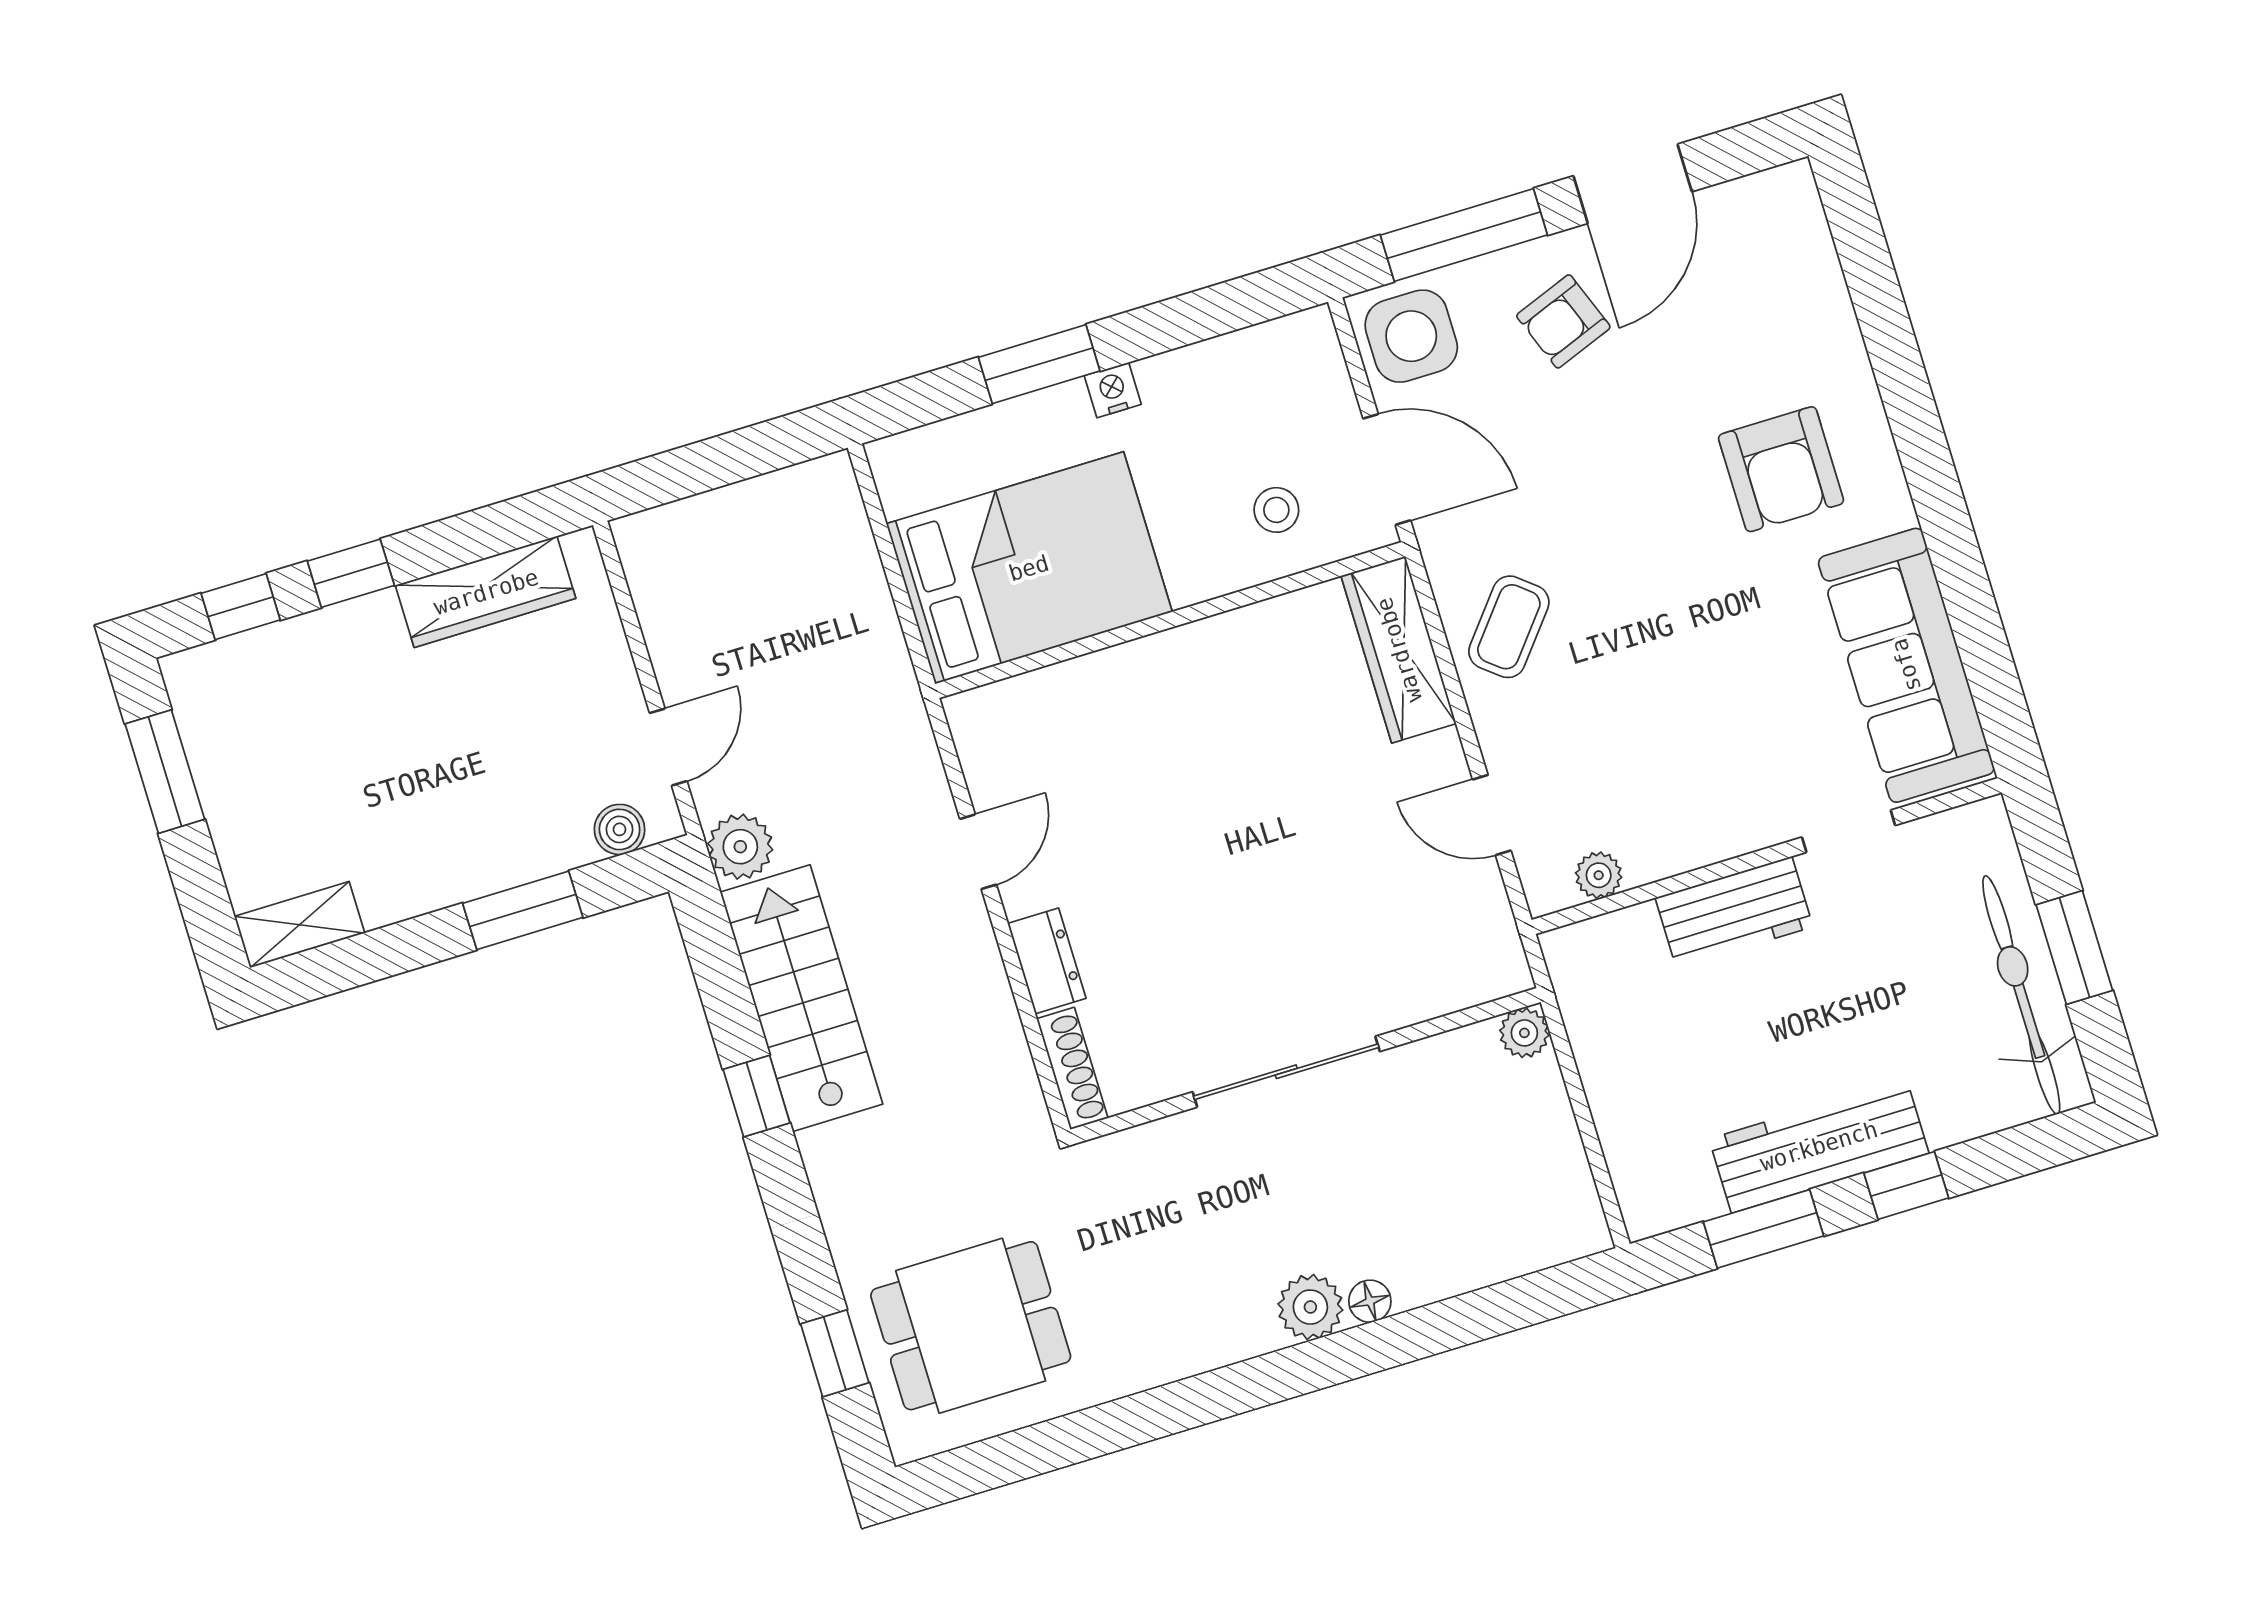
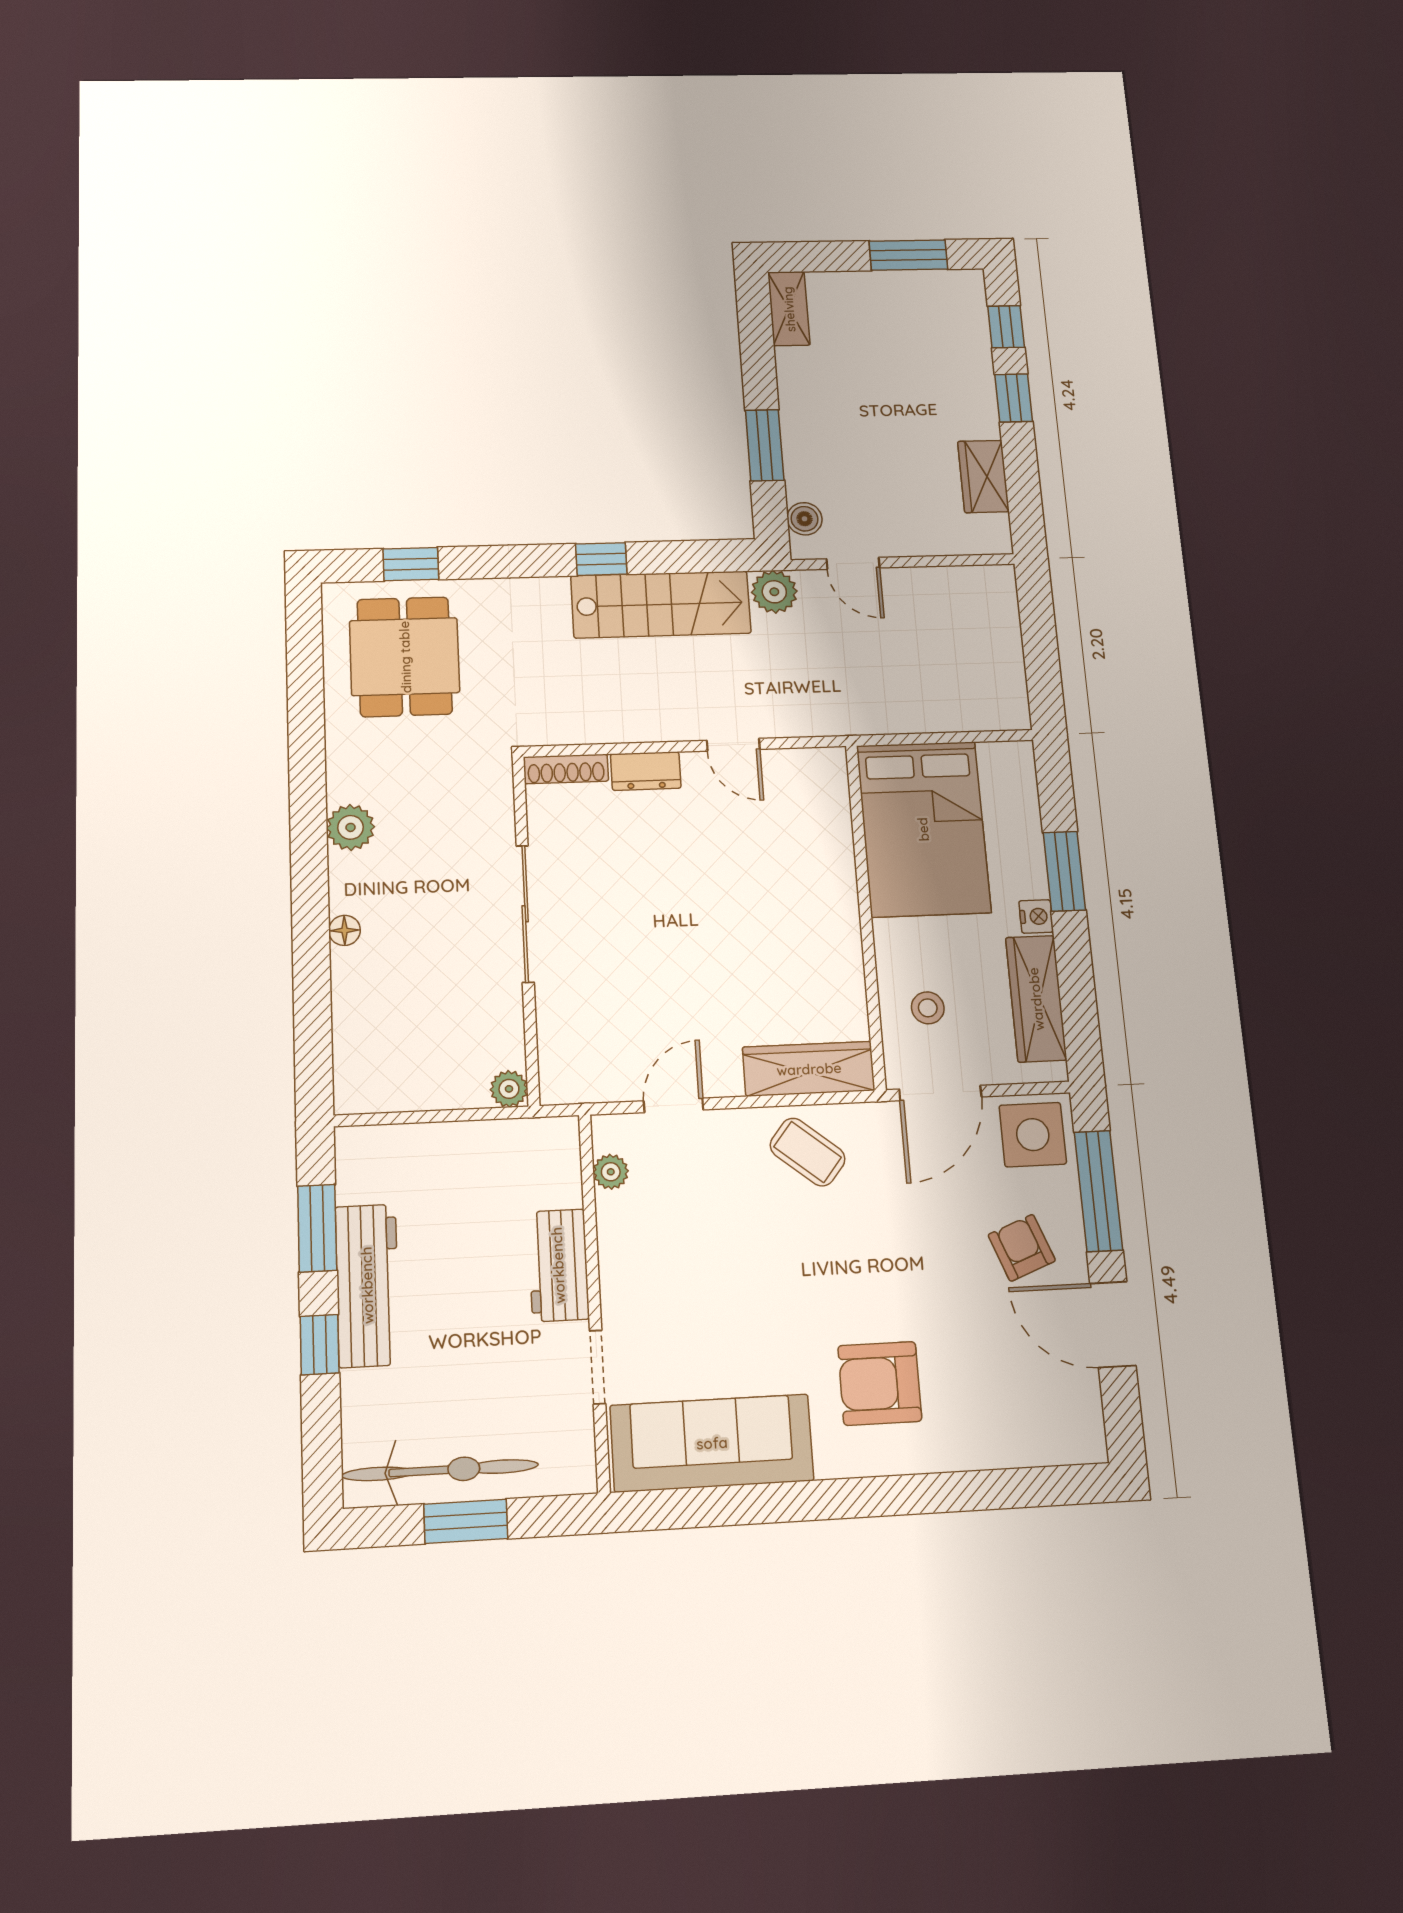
wardrobe: (1226, 368) -> (1036, 999), added
wardrobe: (486, 592) -> (983, 476), width x0.67
plant: (1310, 1307) -> (351, 827), moved

